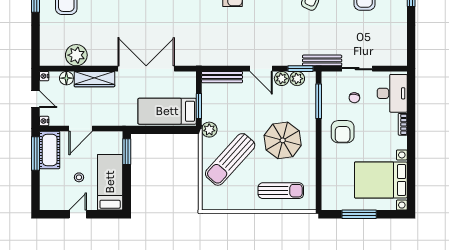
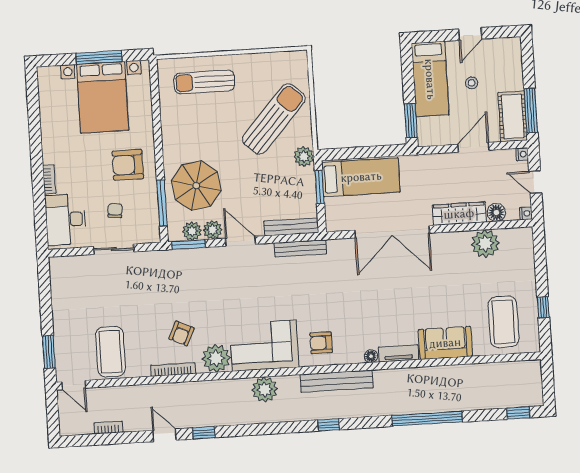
bench: (322, 60) -> (300, 248), moved
armchair: (343, 132) -> (128, 165), turned -90
parasol: (283, 140) -> (196, 186), moved
bed with nightstands: (381, 180) -> (103, 97), moved, turned 90

